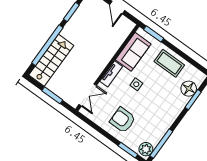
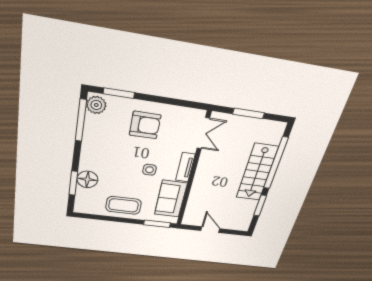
stairs: (51, 60) -> (257, 172), moved
floor lamp: (189, 89) -> (87, 179), moved
double door: (88, 95) -> (203, 133), swing flipped

